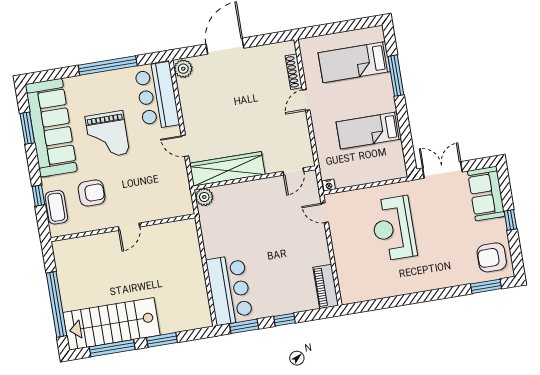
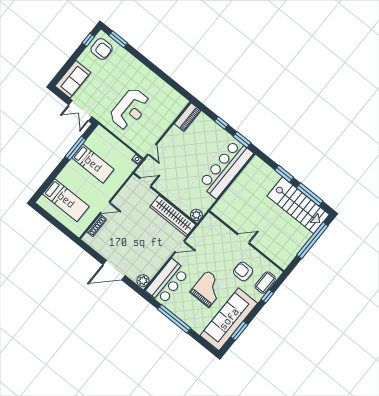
window: (396, 76) -> (76, 148), moved
door: (185, 146) -> (180, 246), hinge flipped
window: (510, 220) -> (88, 40), moved
bar counter: (229, 290) -> (226, 169), width x1.36

